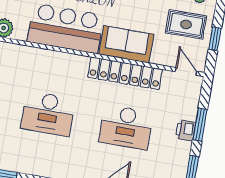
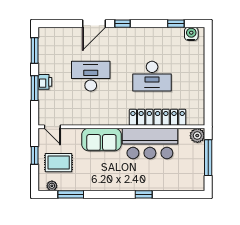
locker: (125, 73) -> (158, 117), moved
desk: (48, 114) -> (152, 76), turned 180

